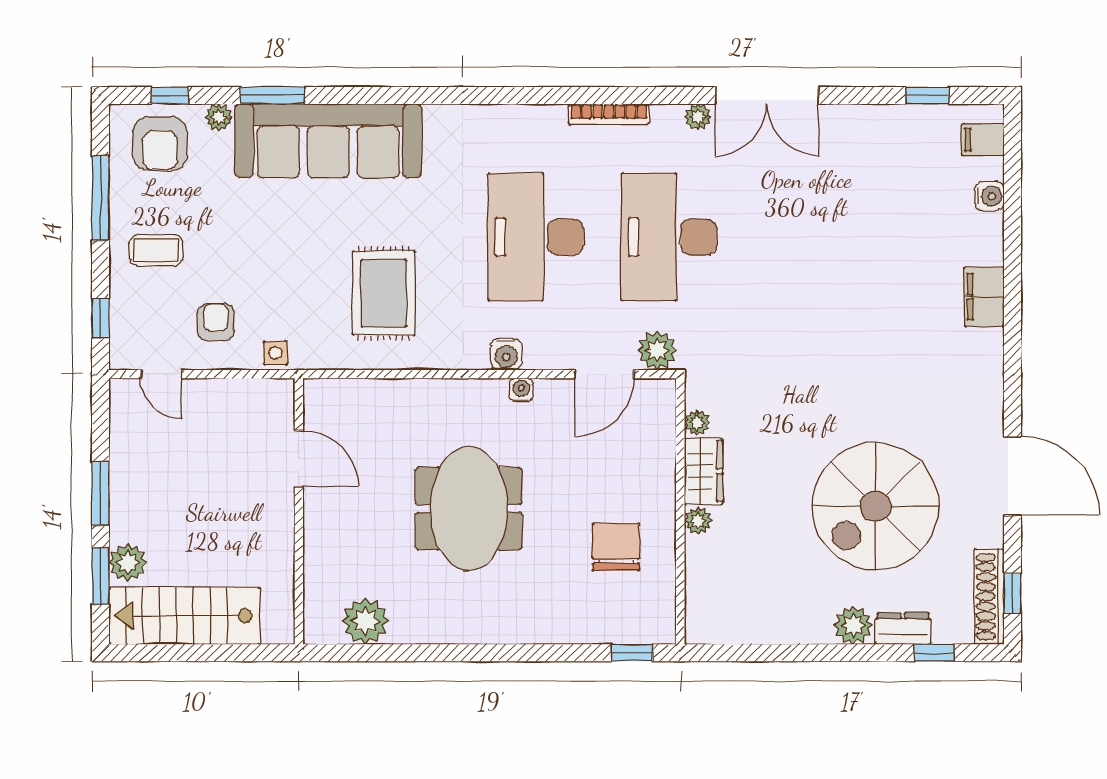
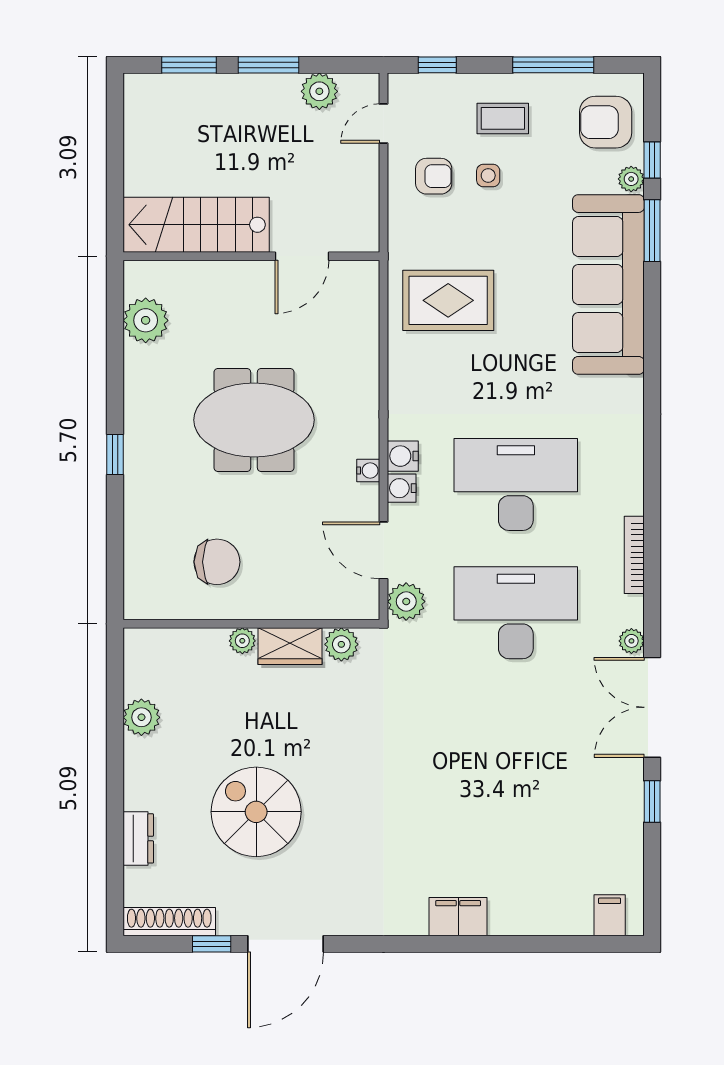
window: (170, 95) -> (652, 160), moved
window: (927, 95) -> (652, 802), moved
water cooler: (989, 196) -> (402, 488), moved, turned 90
coffee table: (156, 250) -> (503, 118), turned 90
rug: (384, 293) -> (448, 300), moved
side table: (275, 353) -> (488, 175), moved
plant: (697, 423) -> (341, 644), width x1.38, depth x1.38
spiral stairs: (875, 506) -> (256, 812), width x0.73, depth x0.73
plant: (128, 563) -> (319, 91), moved
window: (1012, 593) -> (212, 944), moved
stairs: (185, 616) -> (196, 225), moved, turned -90
plant: (853, 625) -> (141, 717), moved
window: (632, 653) -> (115, 455), moved
window: (934, 653) -> (115, 868), removed

